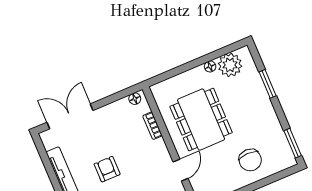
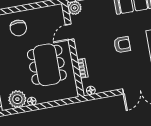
chair: (250, 160) -> (18, 28), turned 180
armchair: (107, 169) -> (122, 45), turned -90

